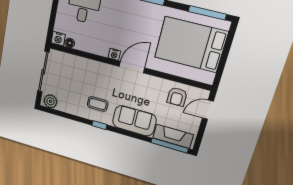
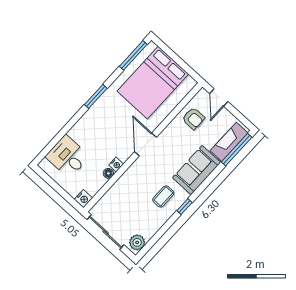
floor lamp: (70, 43) -> (108, 173), moved
nightstand: (114, 54) -> (116, 165), moved

